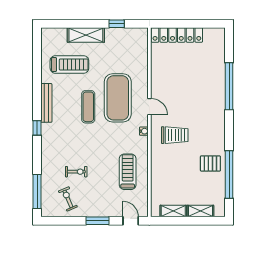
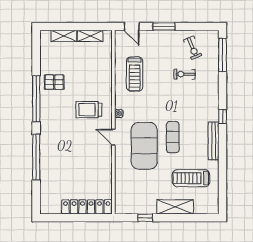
window: (229, 174) -> (36, 99), moved

